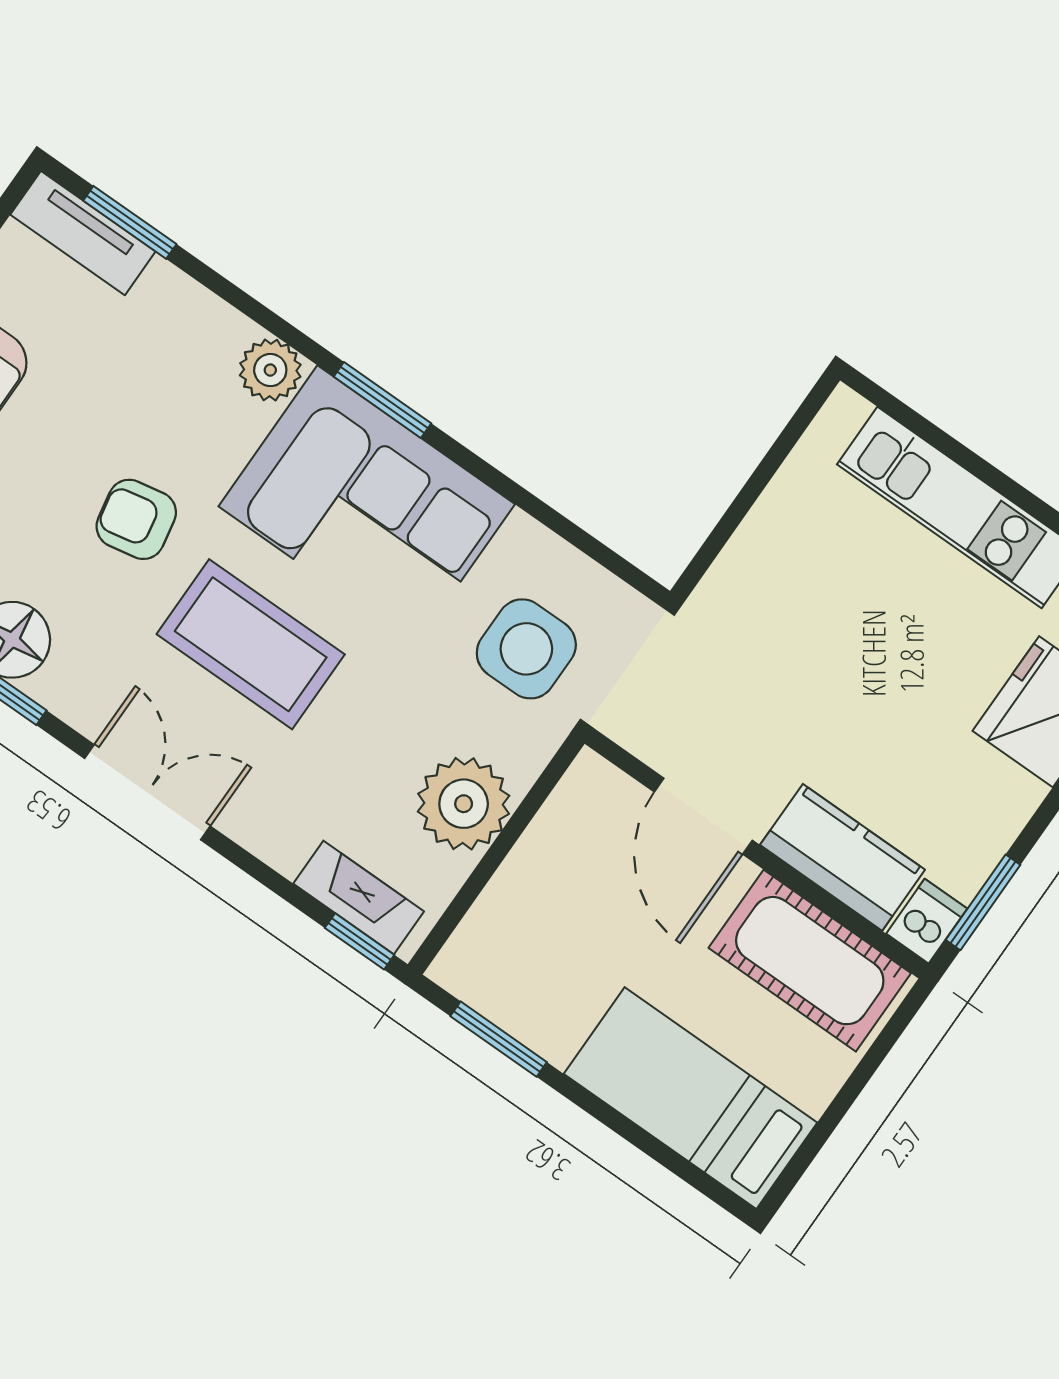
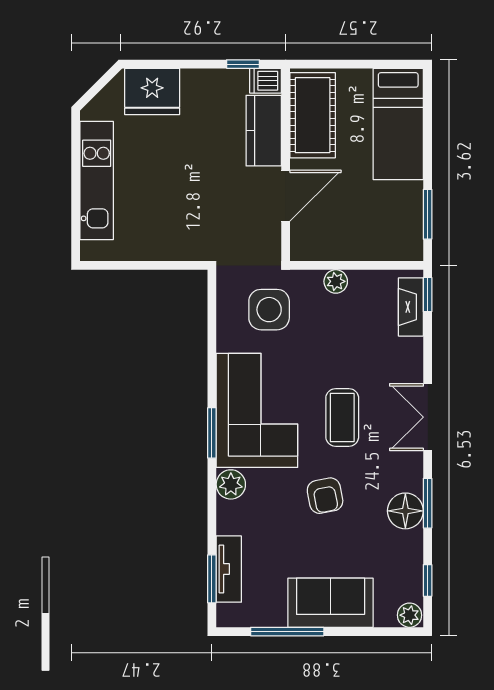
tv unit: (83, 233) -> (229, 569), moved
coffee table: (251, 644) -> (342, 417), width x0.73, depth x0.76
plant: (464, 804) -> (336, 281), width x0.53, depth x0.53
window: (983, 902) -> (243, 64), width x0.67

